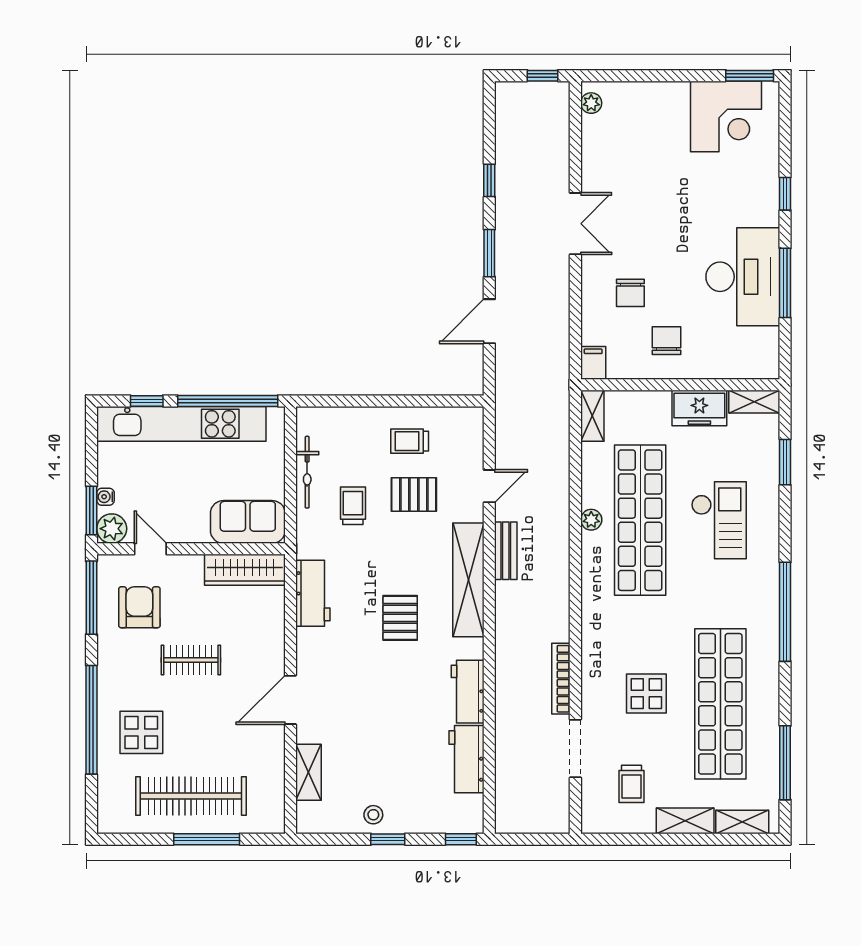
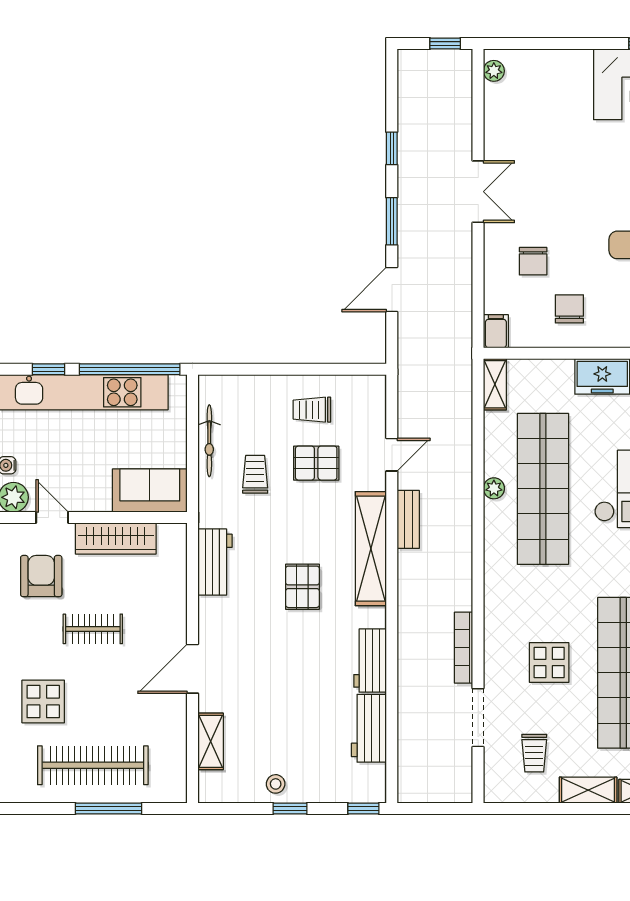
wardrobe: (245, 570) -> (116, 538), moved

